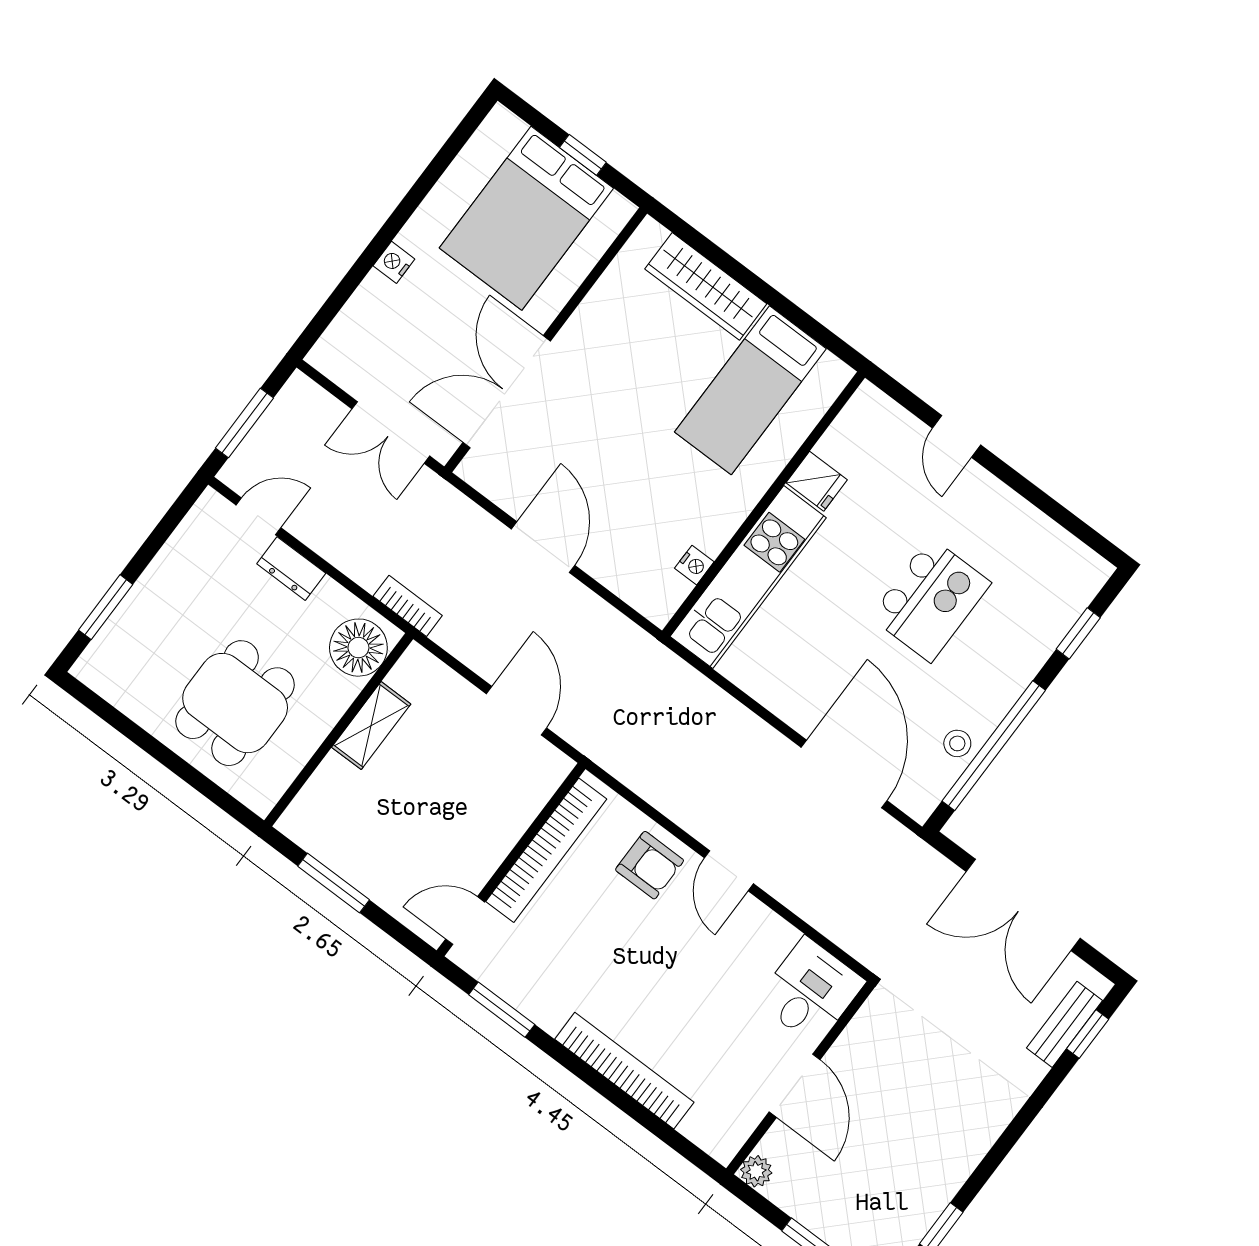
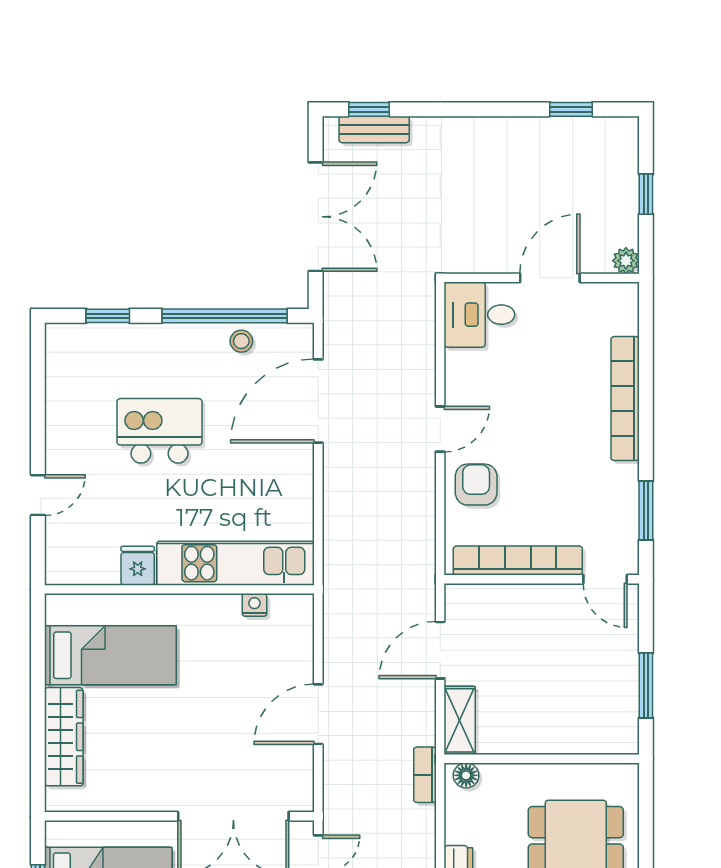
floor lamp: (358, 648) -> (466, 775), width x0.53, depth x0.53
shelving: (371, 726) -> (460, 720), moved, turned 90

